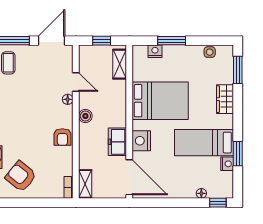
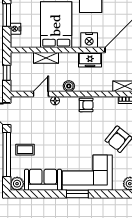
shelving: (120, 64) -> (46, 58), moved

